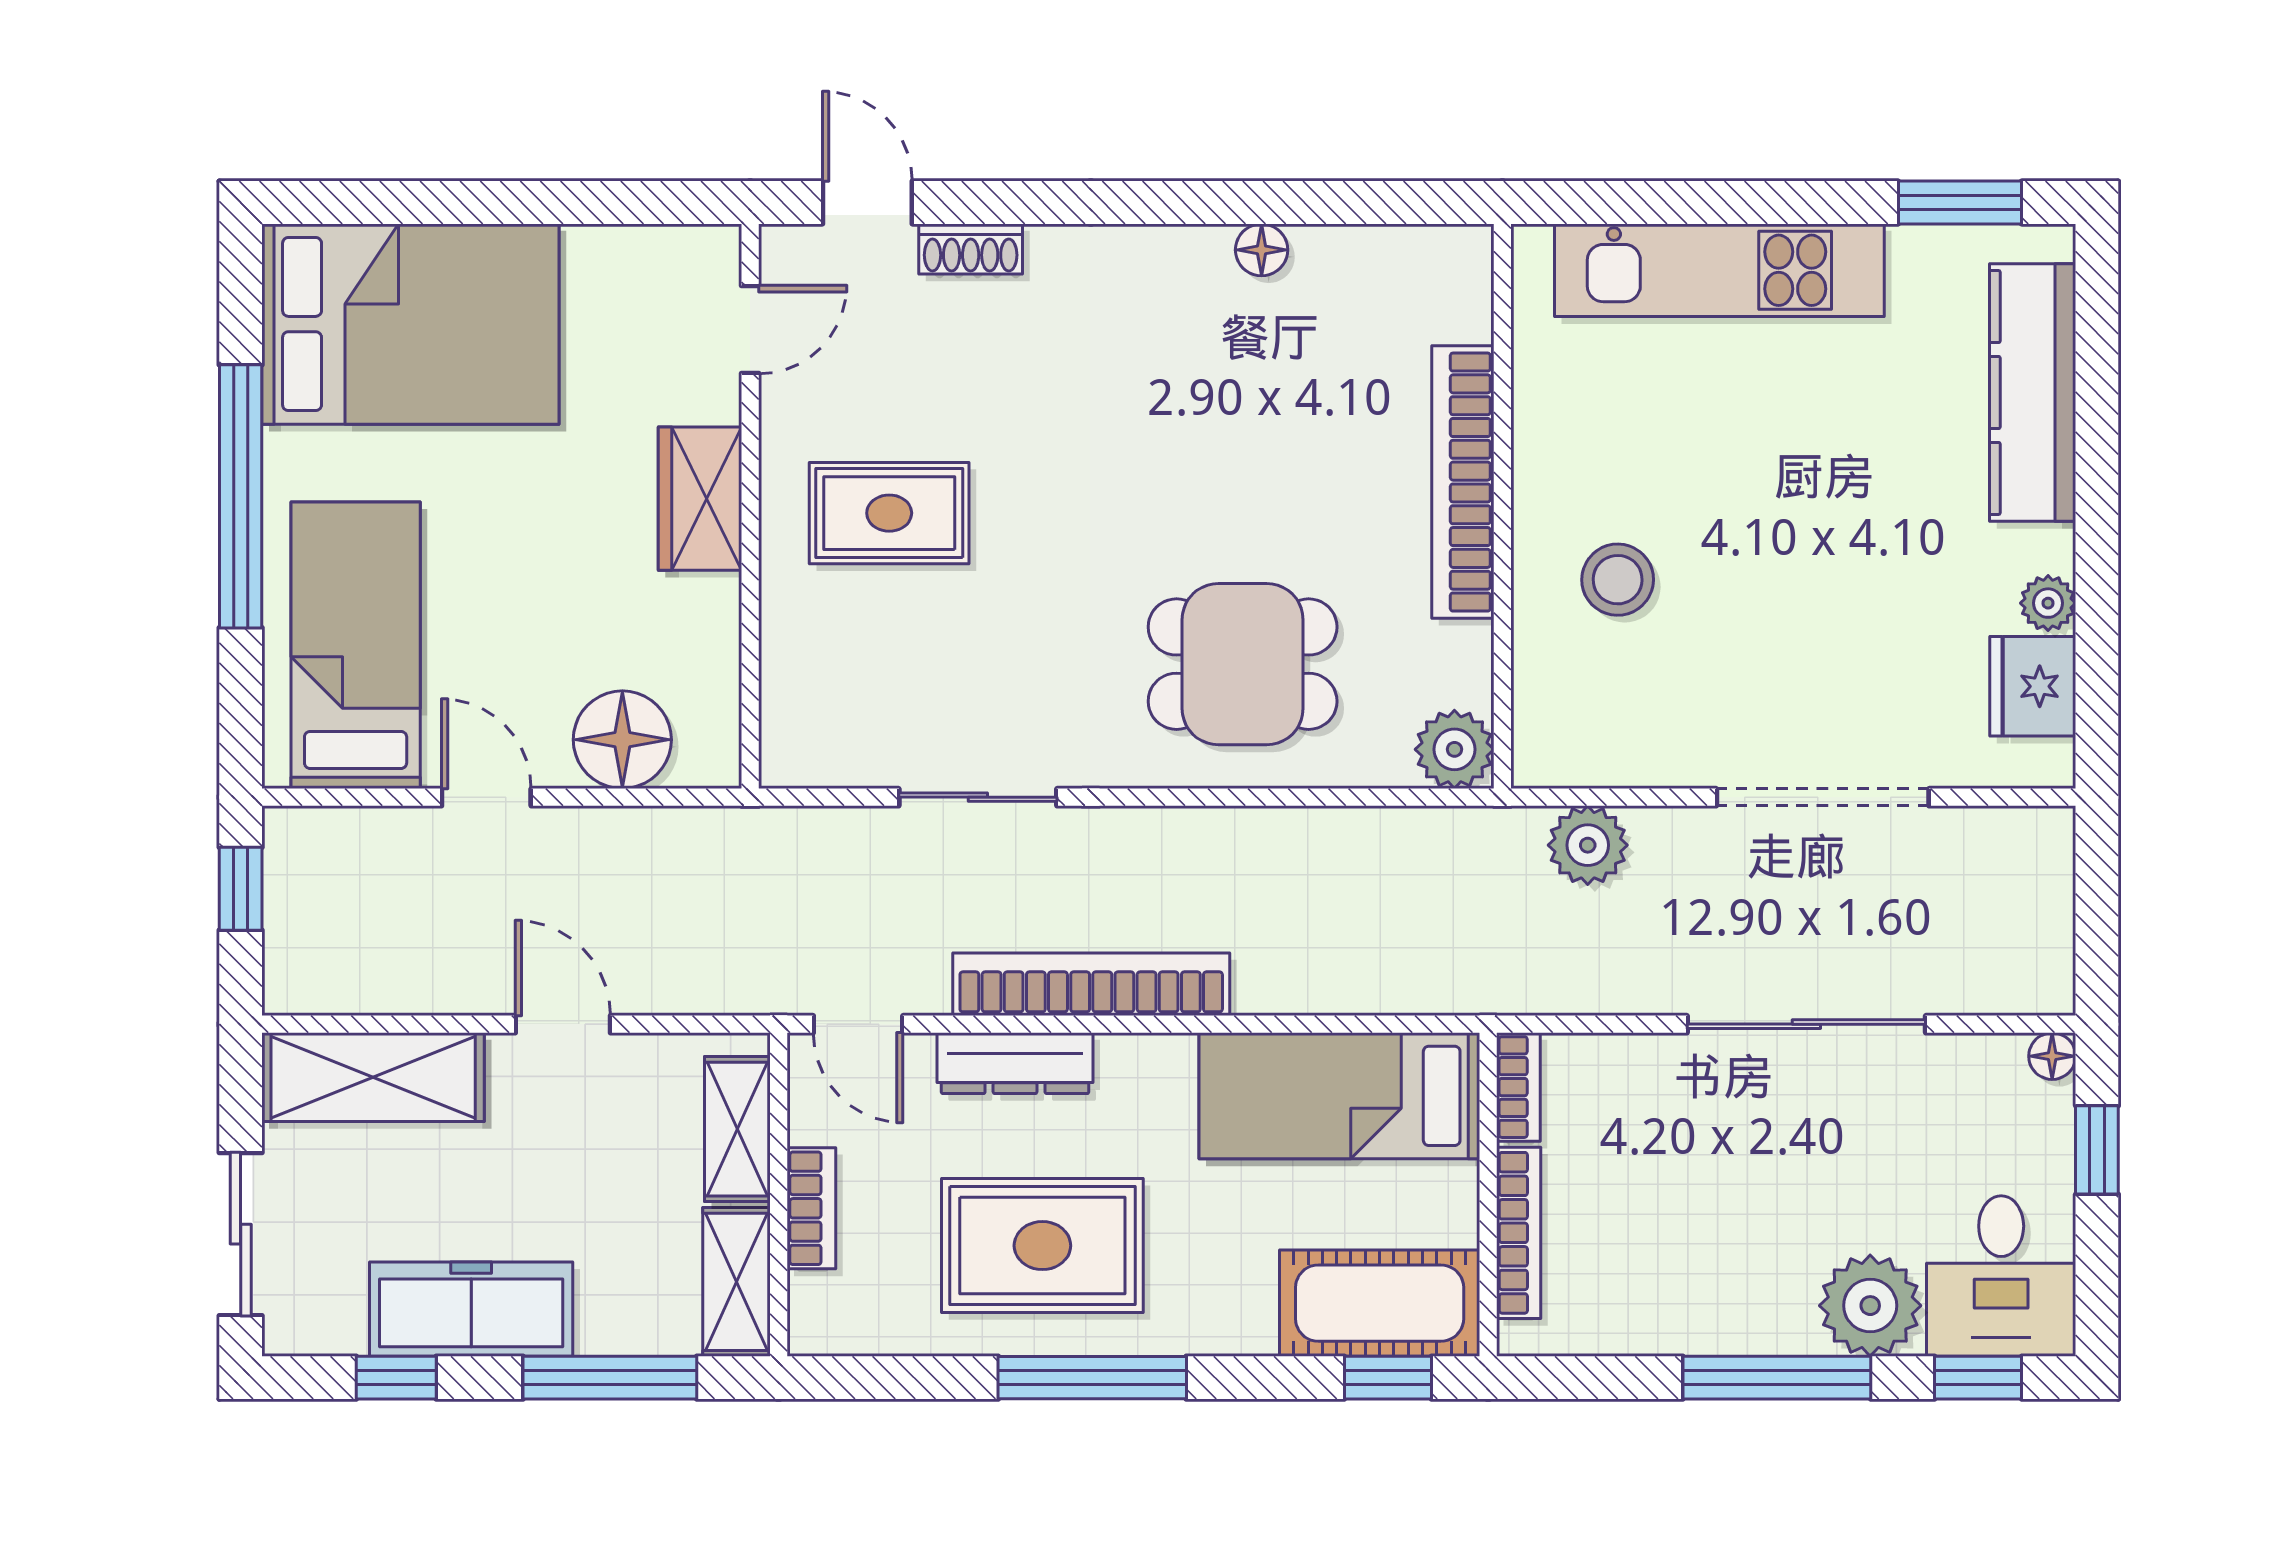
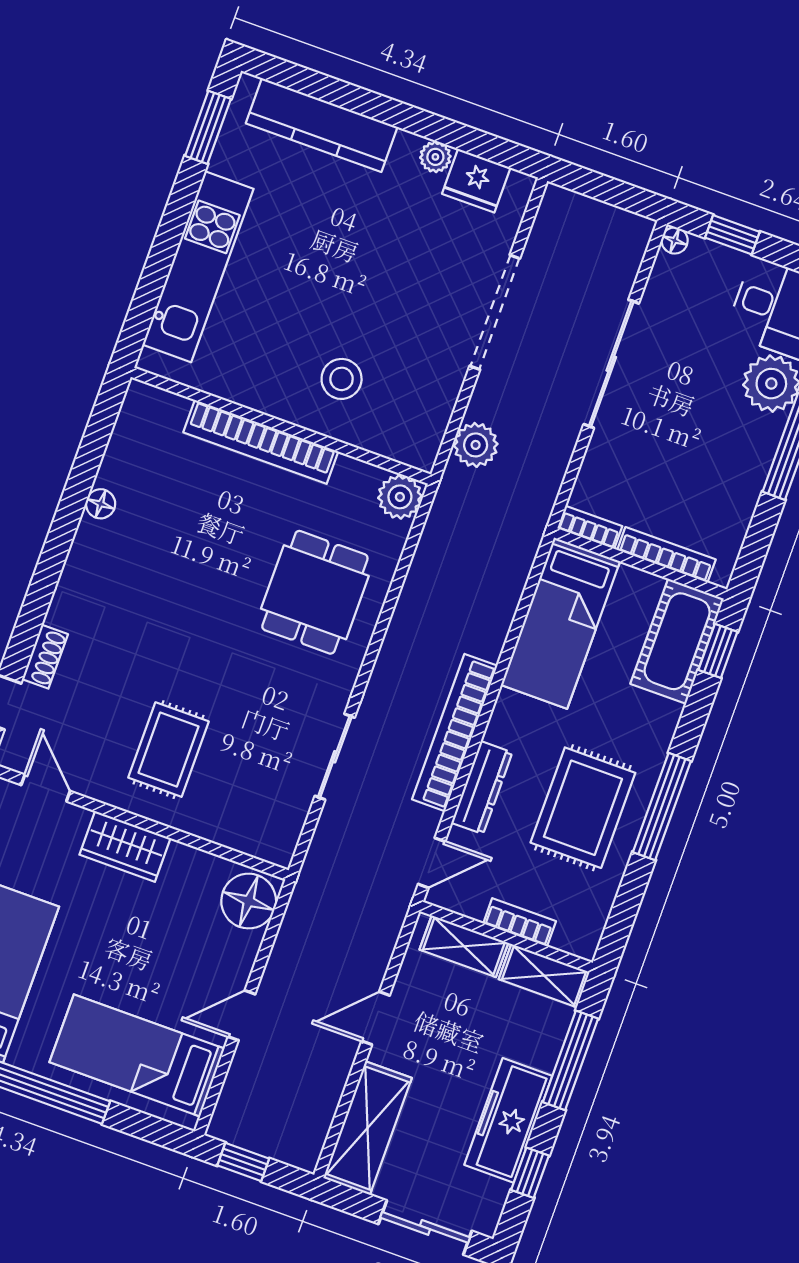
floor lamp: (622, 740) -> (249, 901), moved

